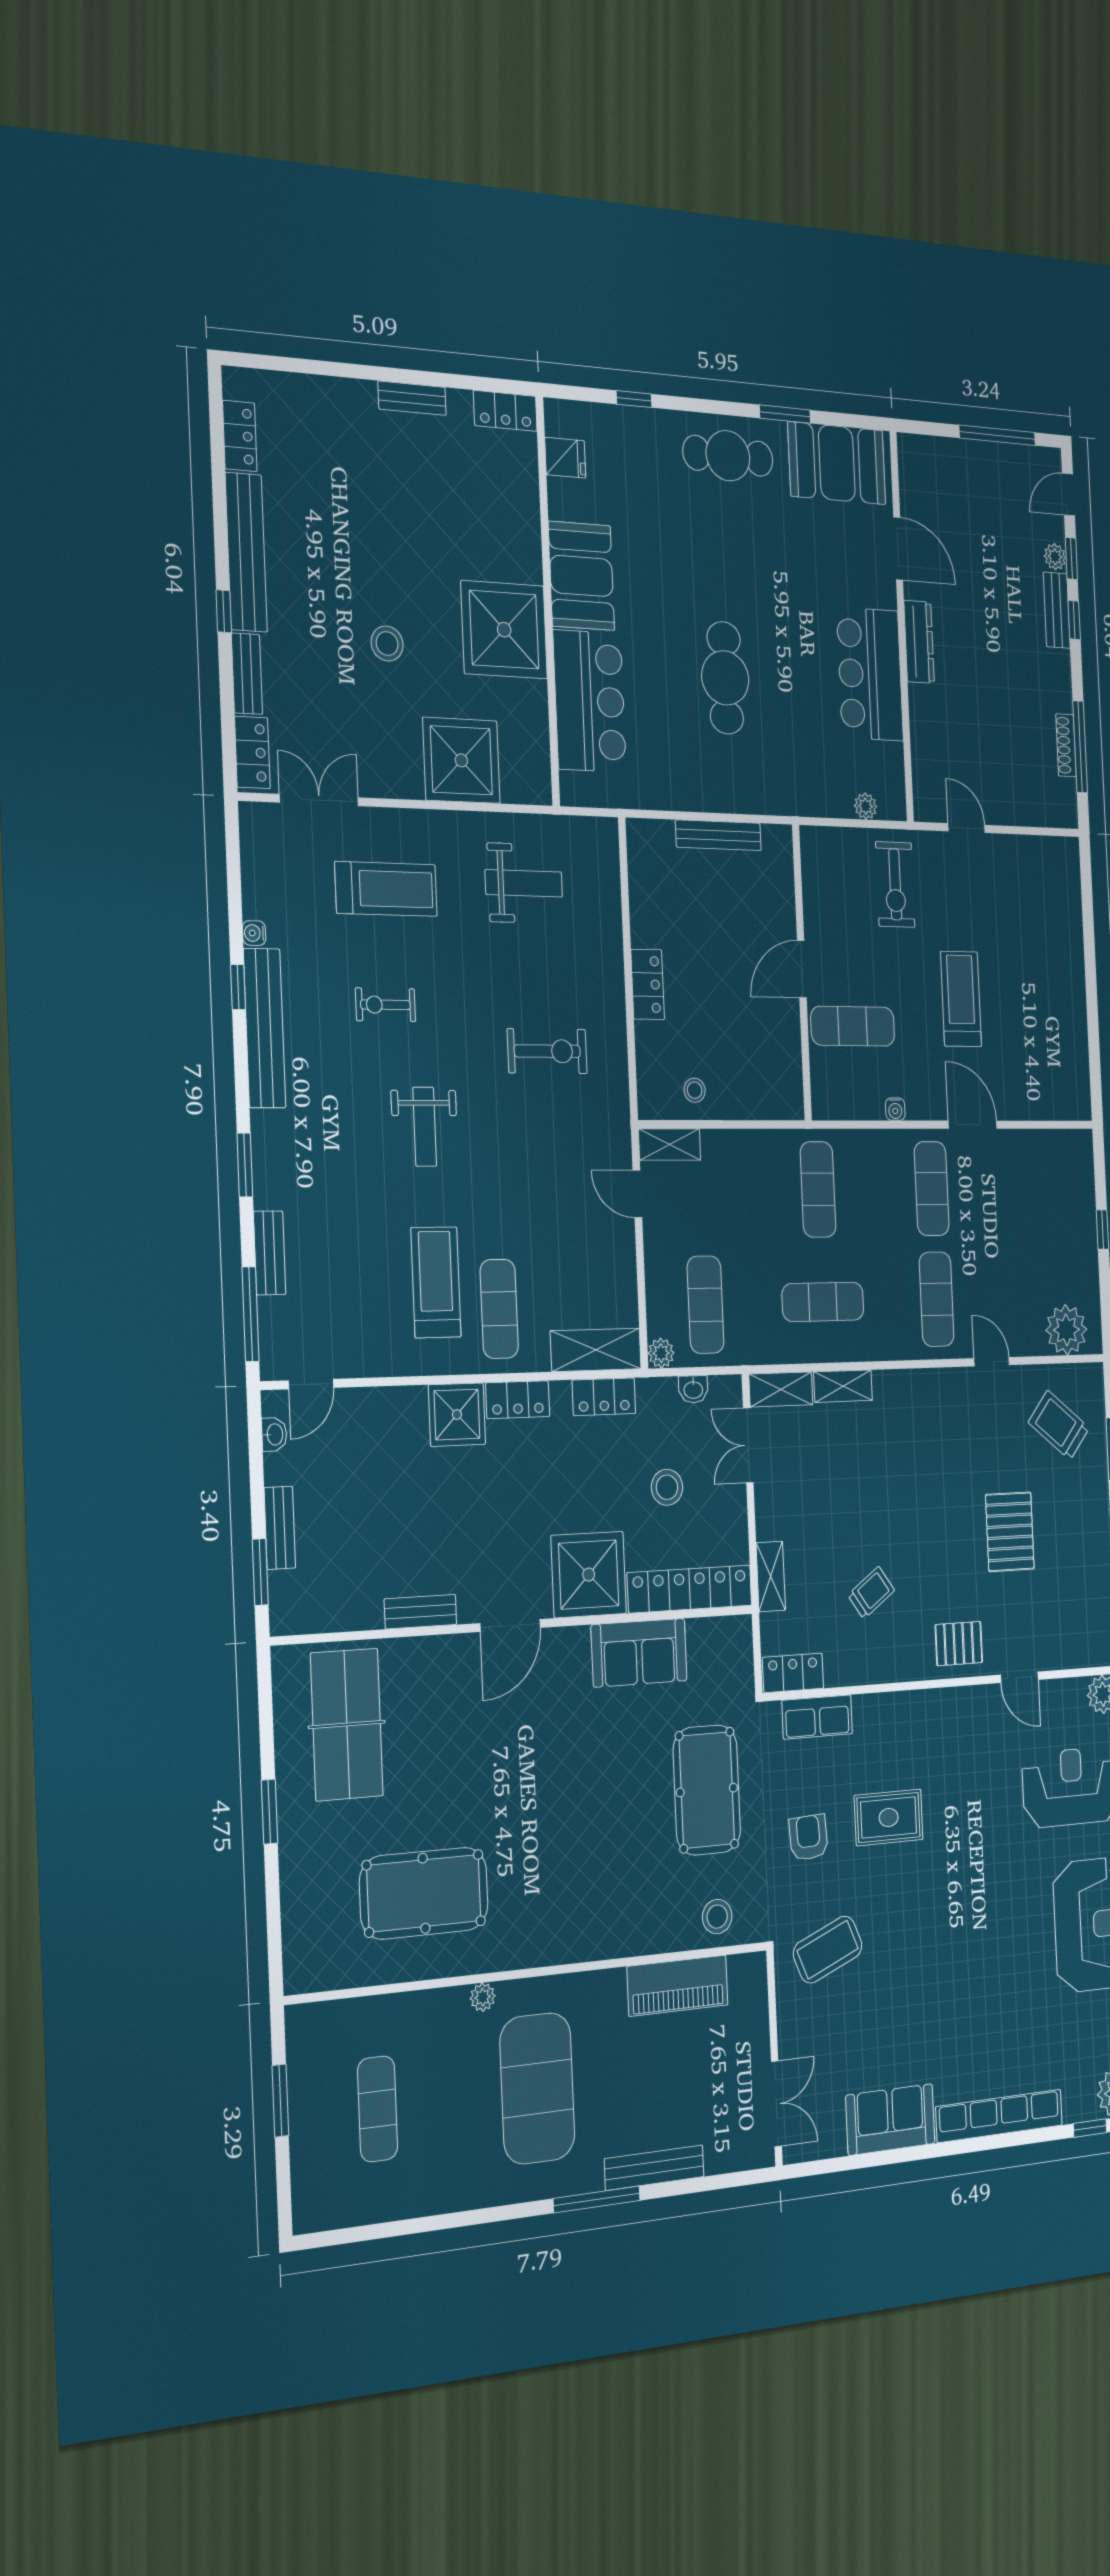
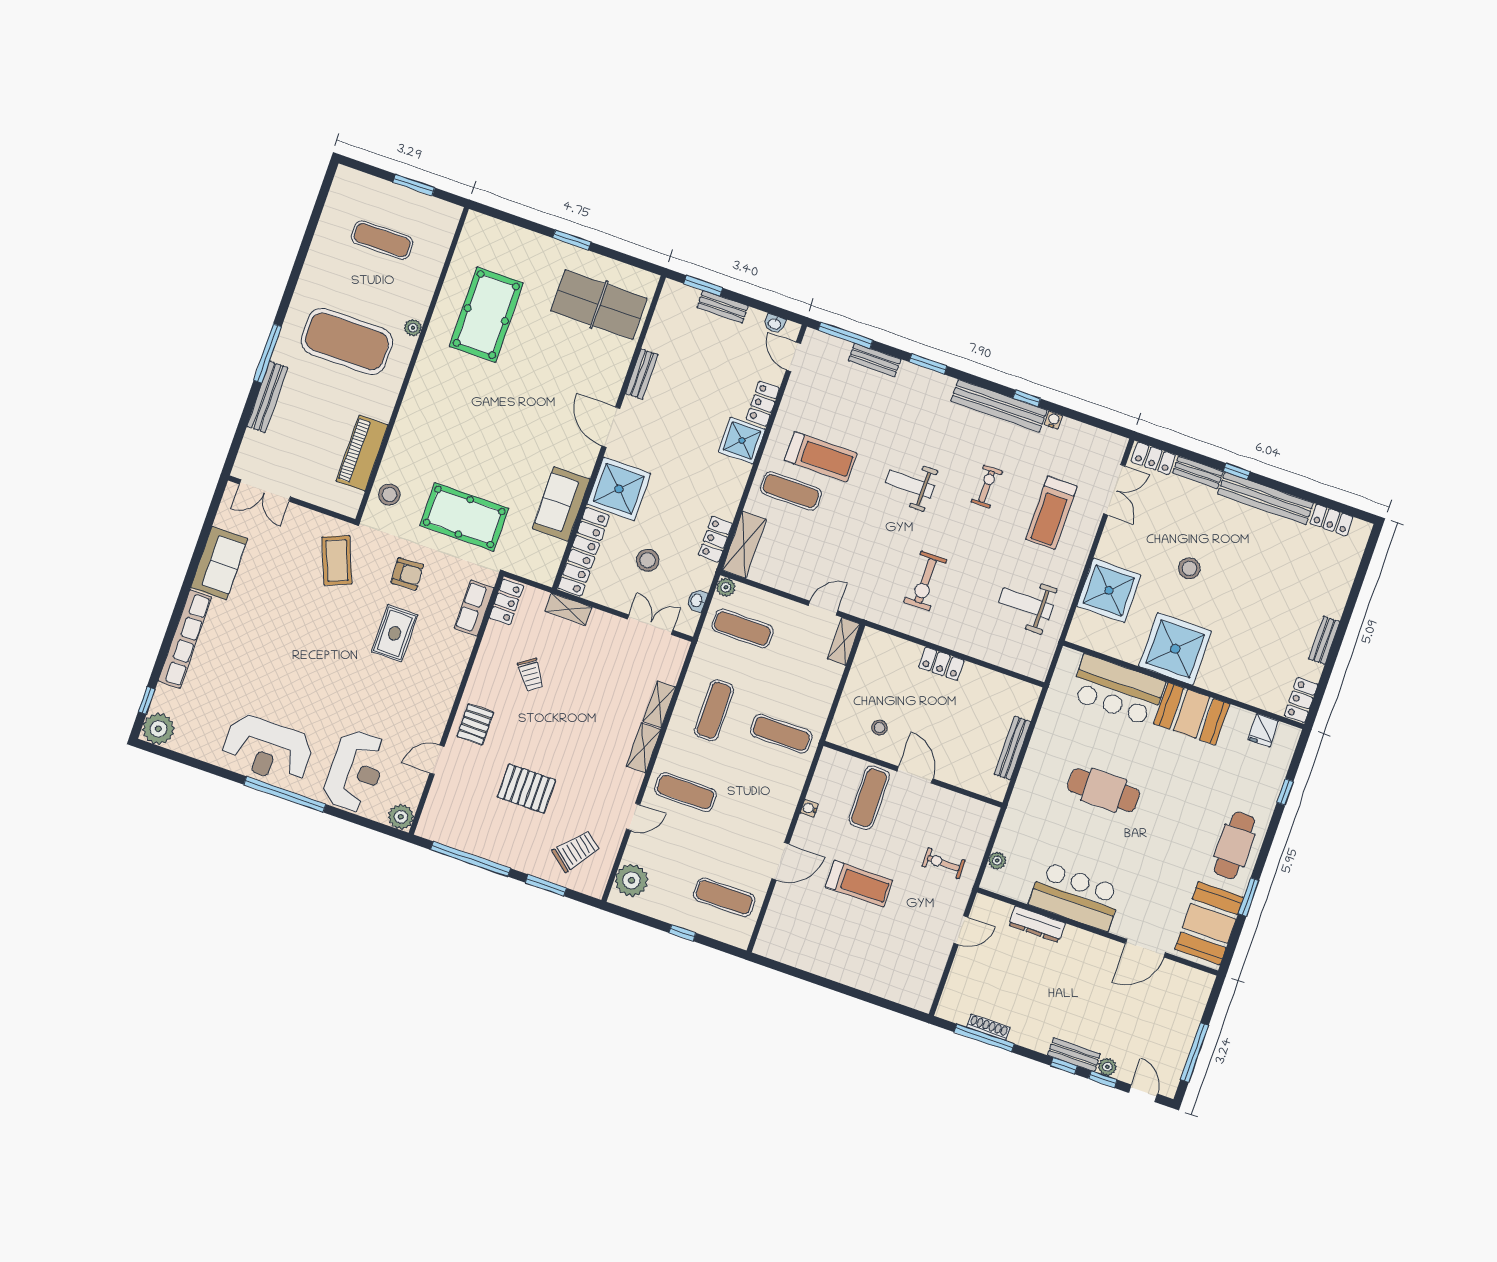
dresser: (919, 642) -> (1037, 924), moved
weight bench: (524, 883) -> (1026, 604), turned 90
exercise bike: (895, 884) -> (944, 863), width x0.73, depth x0.72
stool: (695, 1090) -> (880, 728), moved
exercise mat: (932, 1189) -> (724, 897), moved
shelving: (781, 1389) -> (643, 748), moved
locker: (518, 1400) -> (763, 404), moved

